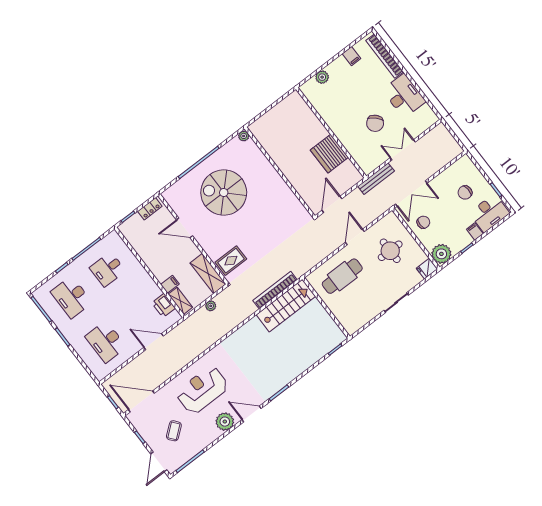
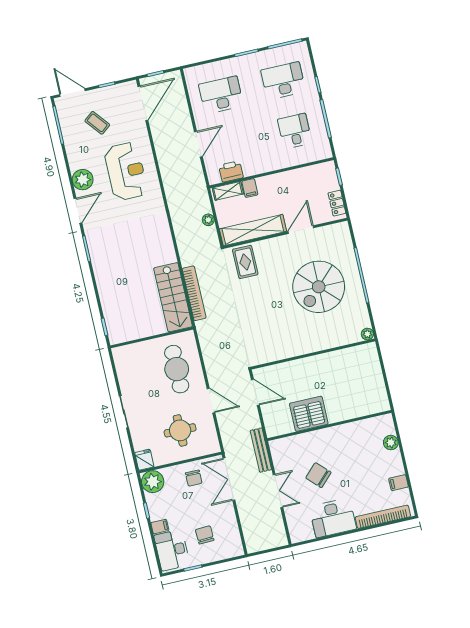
spiral stairs: (224, 193) -> (319, 287), turned 180
shelving: (208, 273) -> (253, 230), width x1.47

